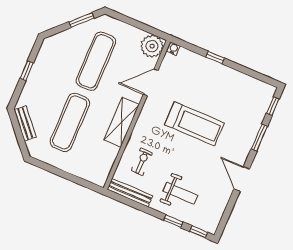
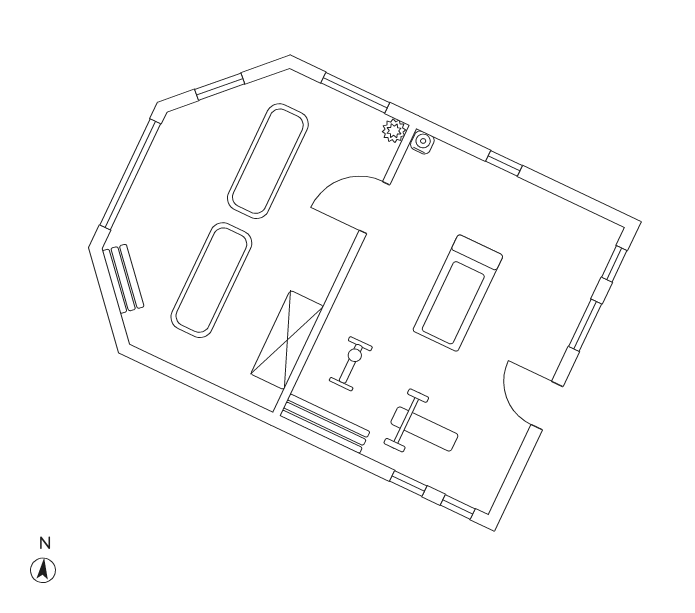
window: (81, 20) -> (220, 87), moved
window: (139, 25) -> (355, 93), added
plant: (152, 46) -> (394, 131), width x0.53, depth x0.53
window: (27, 71) -> (130, 174), width x3.17
shelving: (122, 122) -> (287, 340), moved
treadmill: (194, 124) -> (458, 293), turned 90

